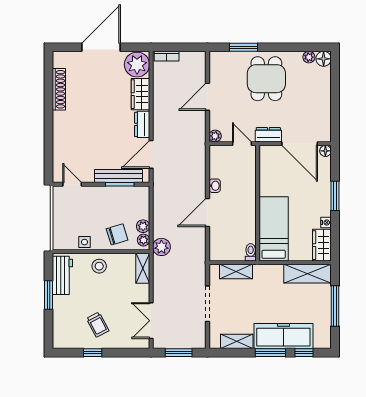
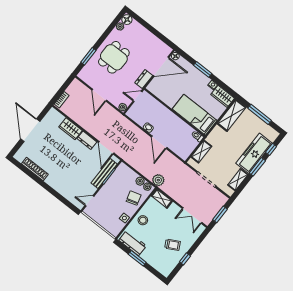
plant: (137, 65) -> (54, 118), removed
dining table: (266, 79) -> (114, 57), turned 90

